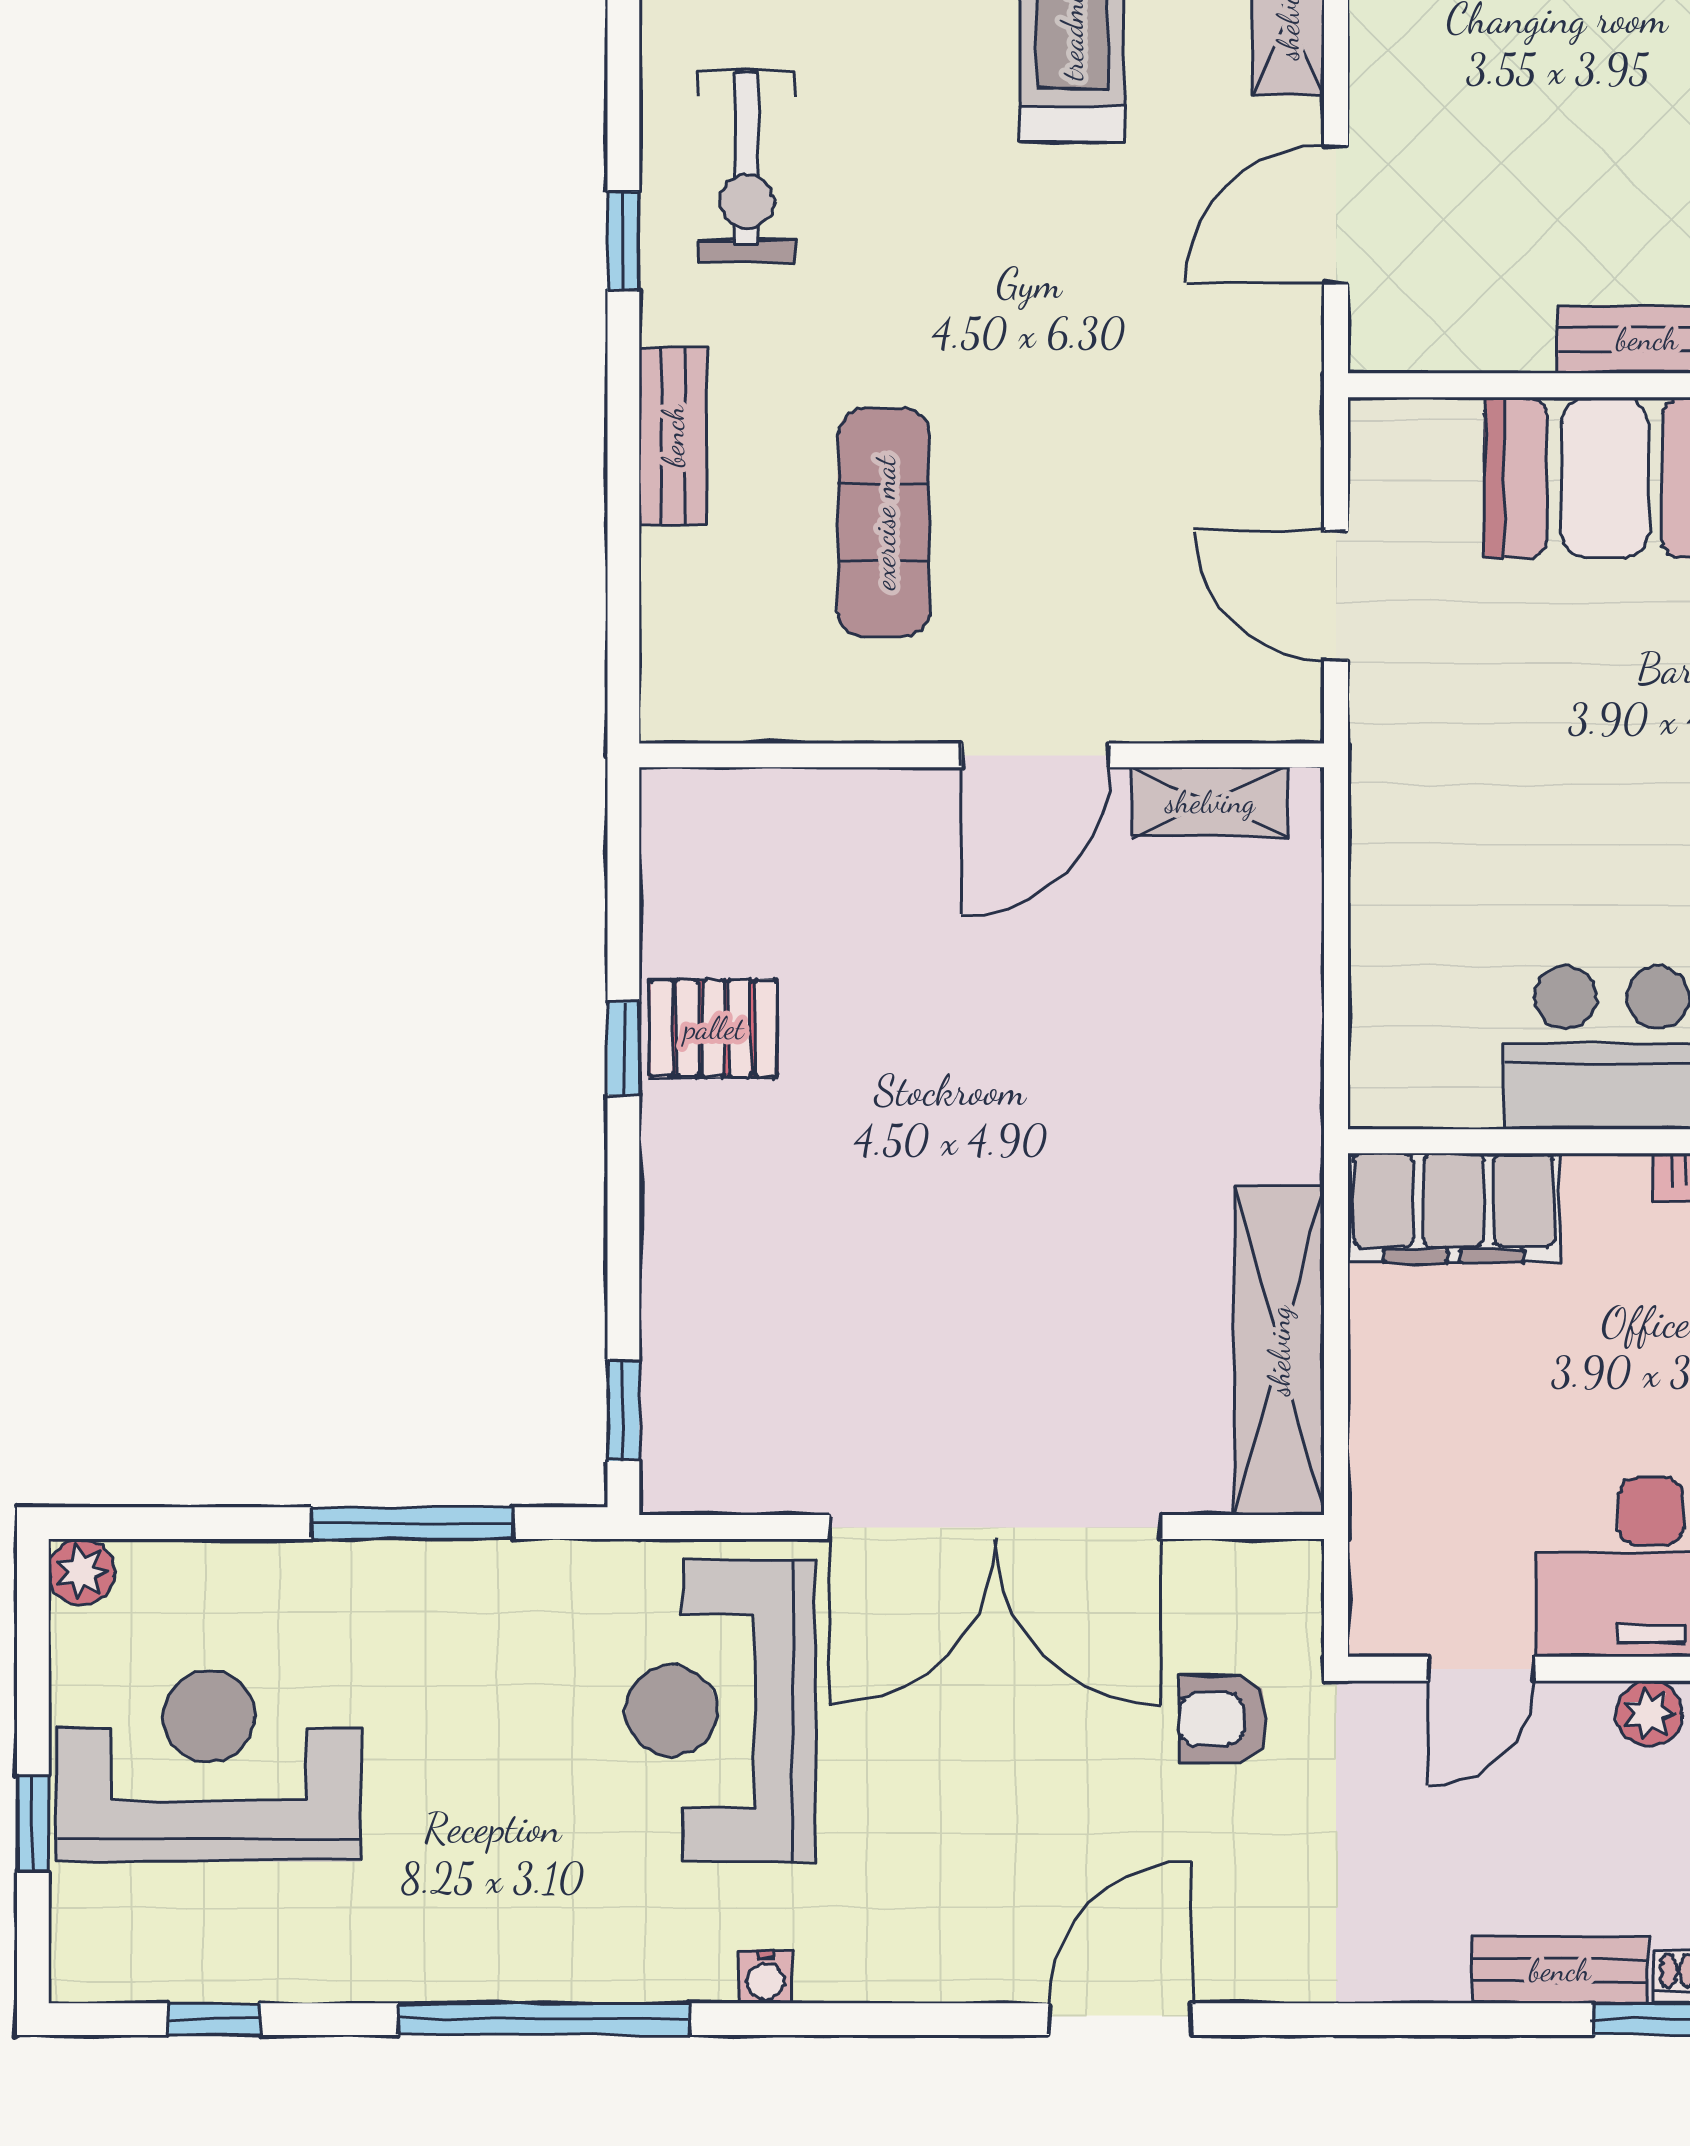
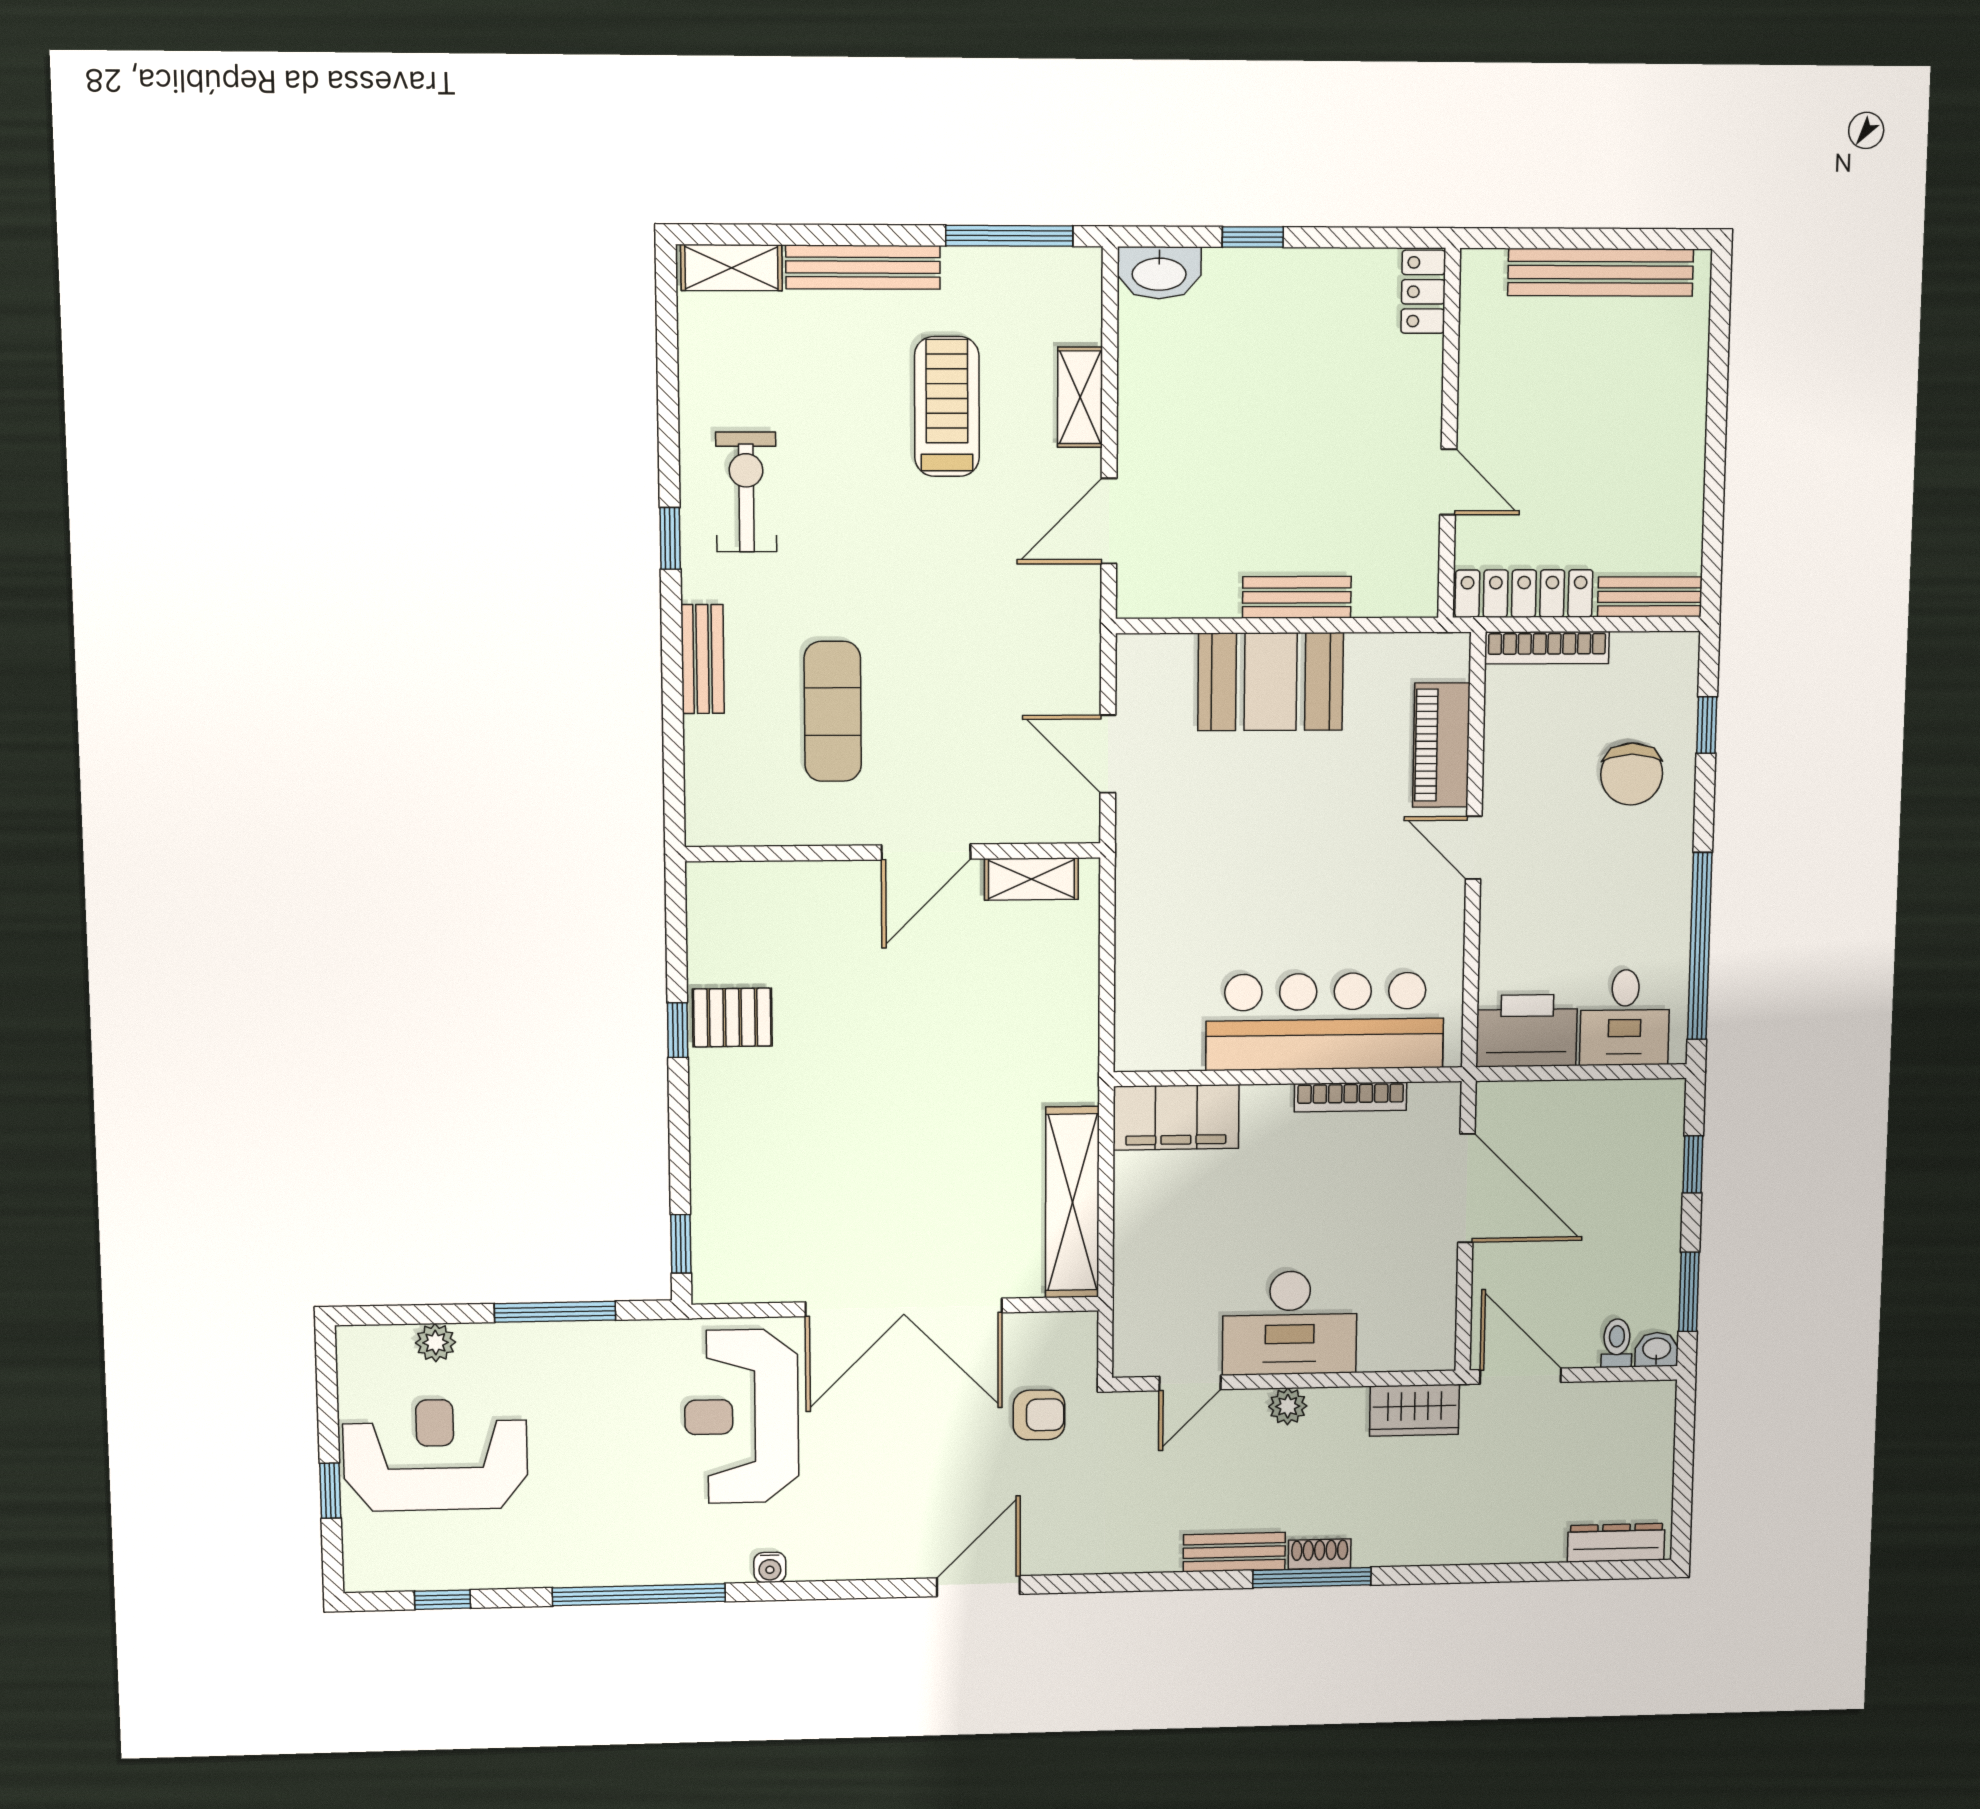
exercise bike: (747, 167) -> (746, 492), turned 180
plant: (82, 1572) -> (435, 1343), moved
armchair: (1223, 1719) -> (1039, 1415), turned 180

